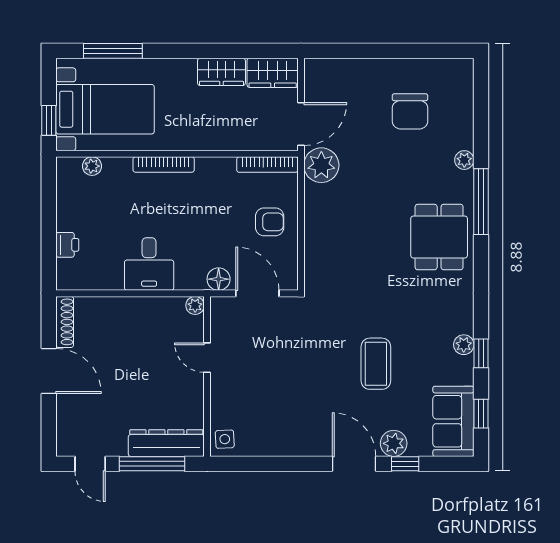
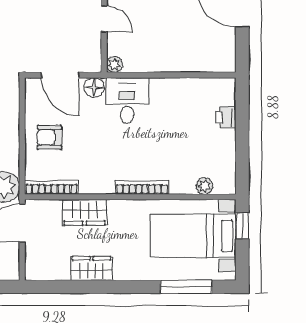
wardrobe: (273, 73) -> (85, 212), moved, turned 180
desk: (149, 264) -> (127, 101), moved
shoe rack: (65, 322) -> (228, 50), removed

